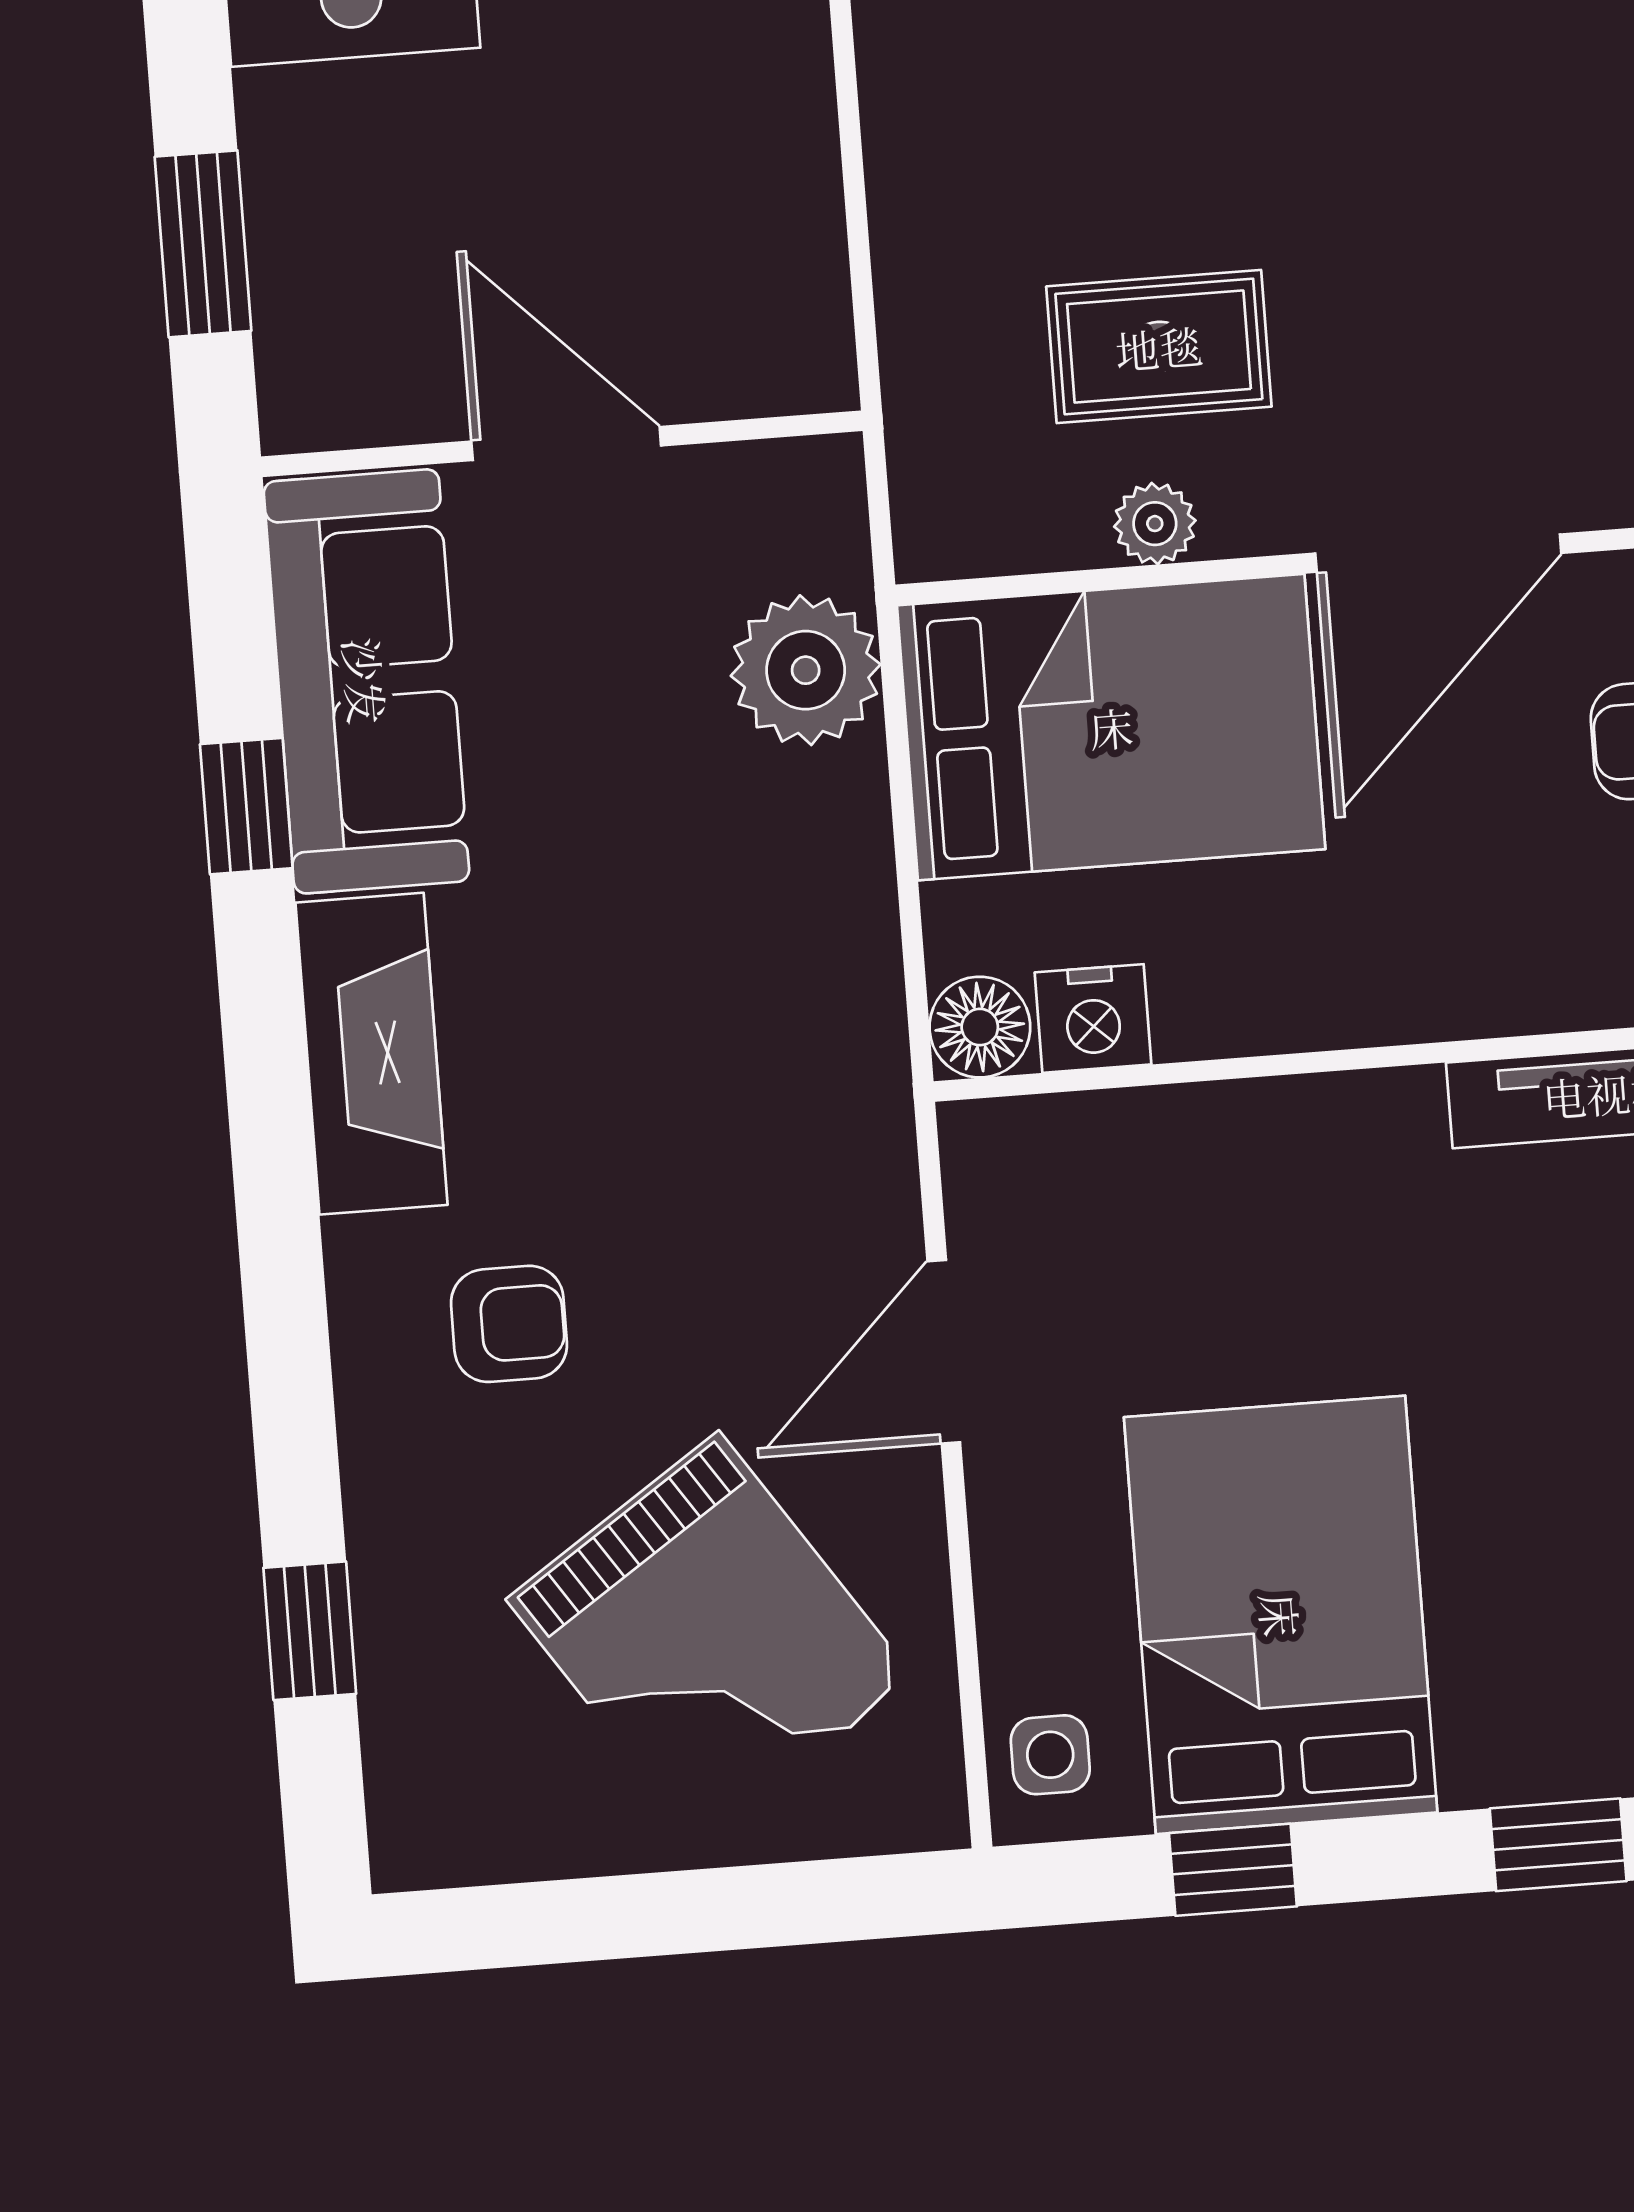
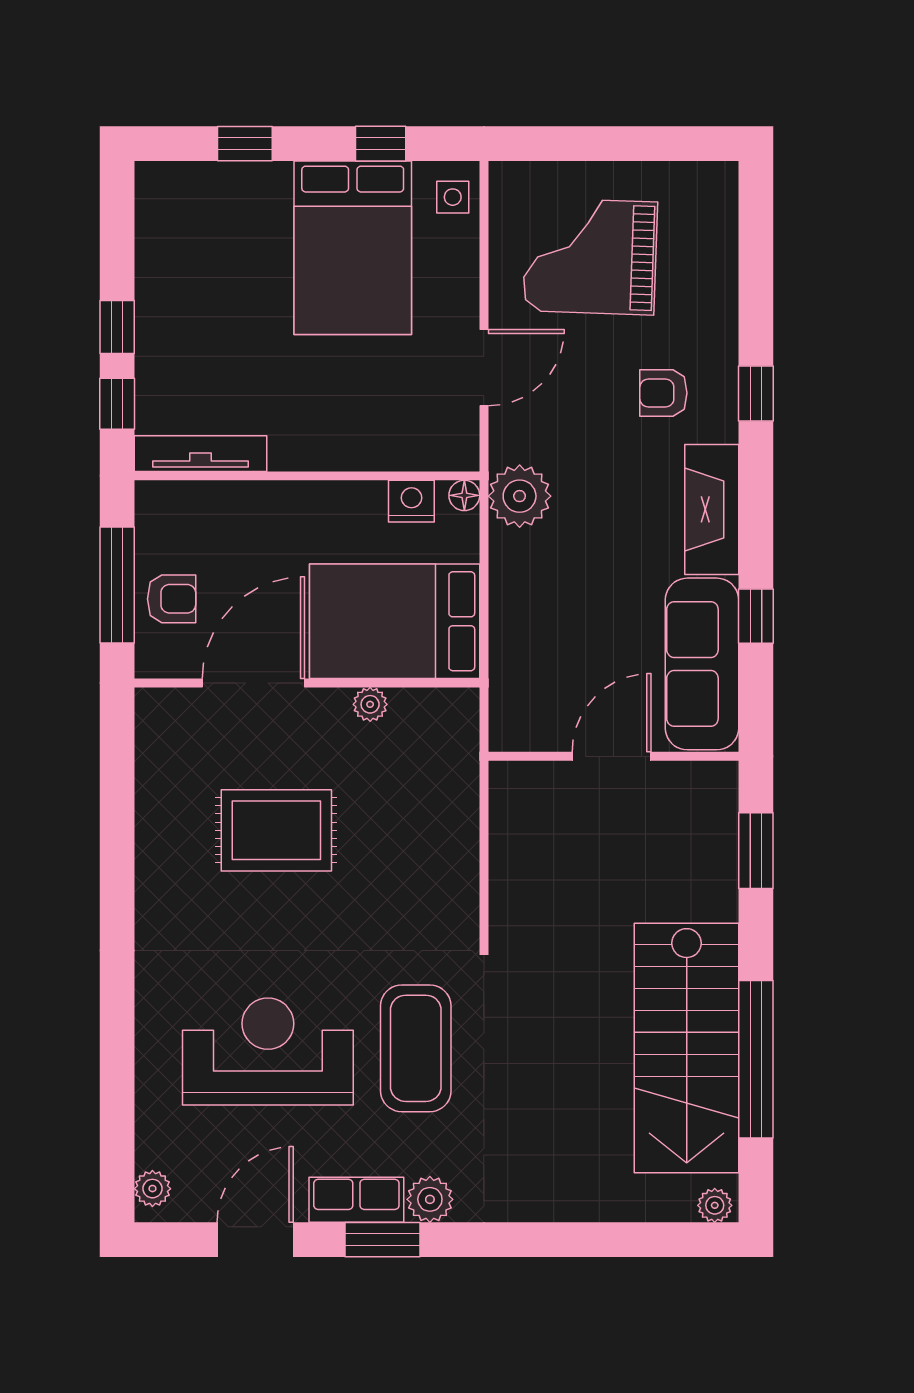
rug: (1159, 347) -> (276, 830), moved, width x1.36, depth x1.43
door: (566, 443) -> (612, 756), swing flipped
plant: (806, 670) -> (520, 496), moved
floor lamp: (980, 1027) -> (464, 495), width x0.73, depth x0.73
window: (310, 1631) -> (756, 393), moved
grand piano: (710, 1638) -> (590, 256), turned -54

